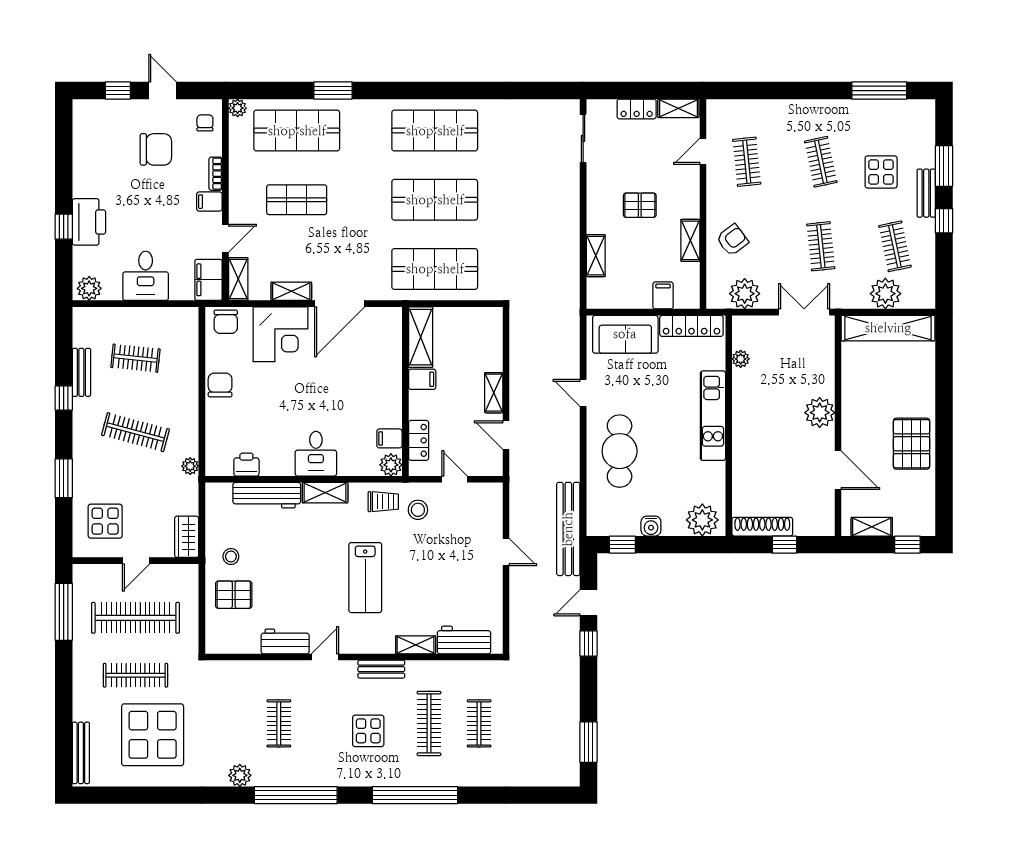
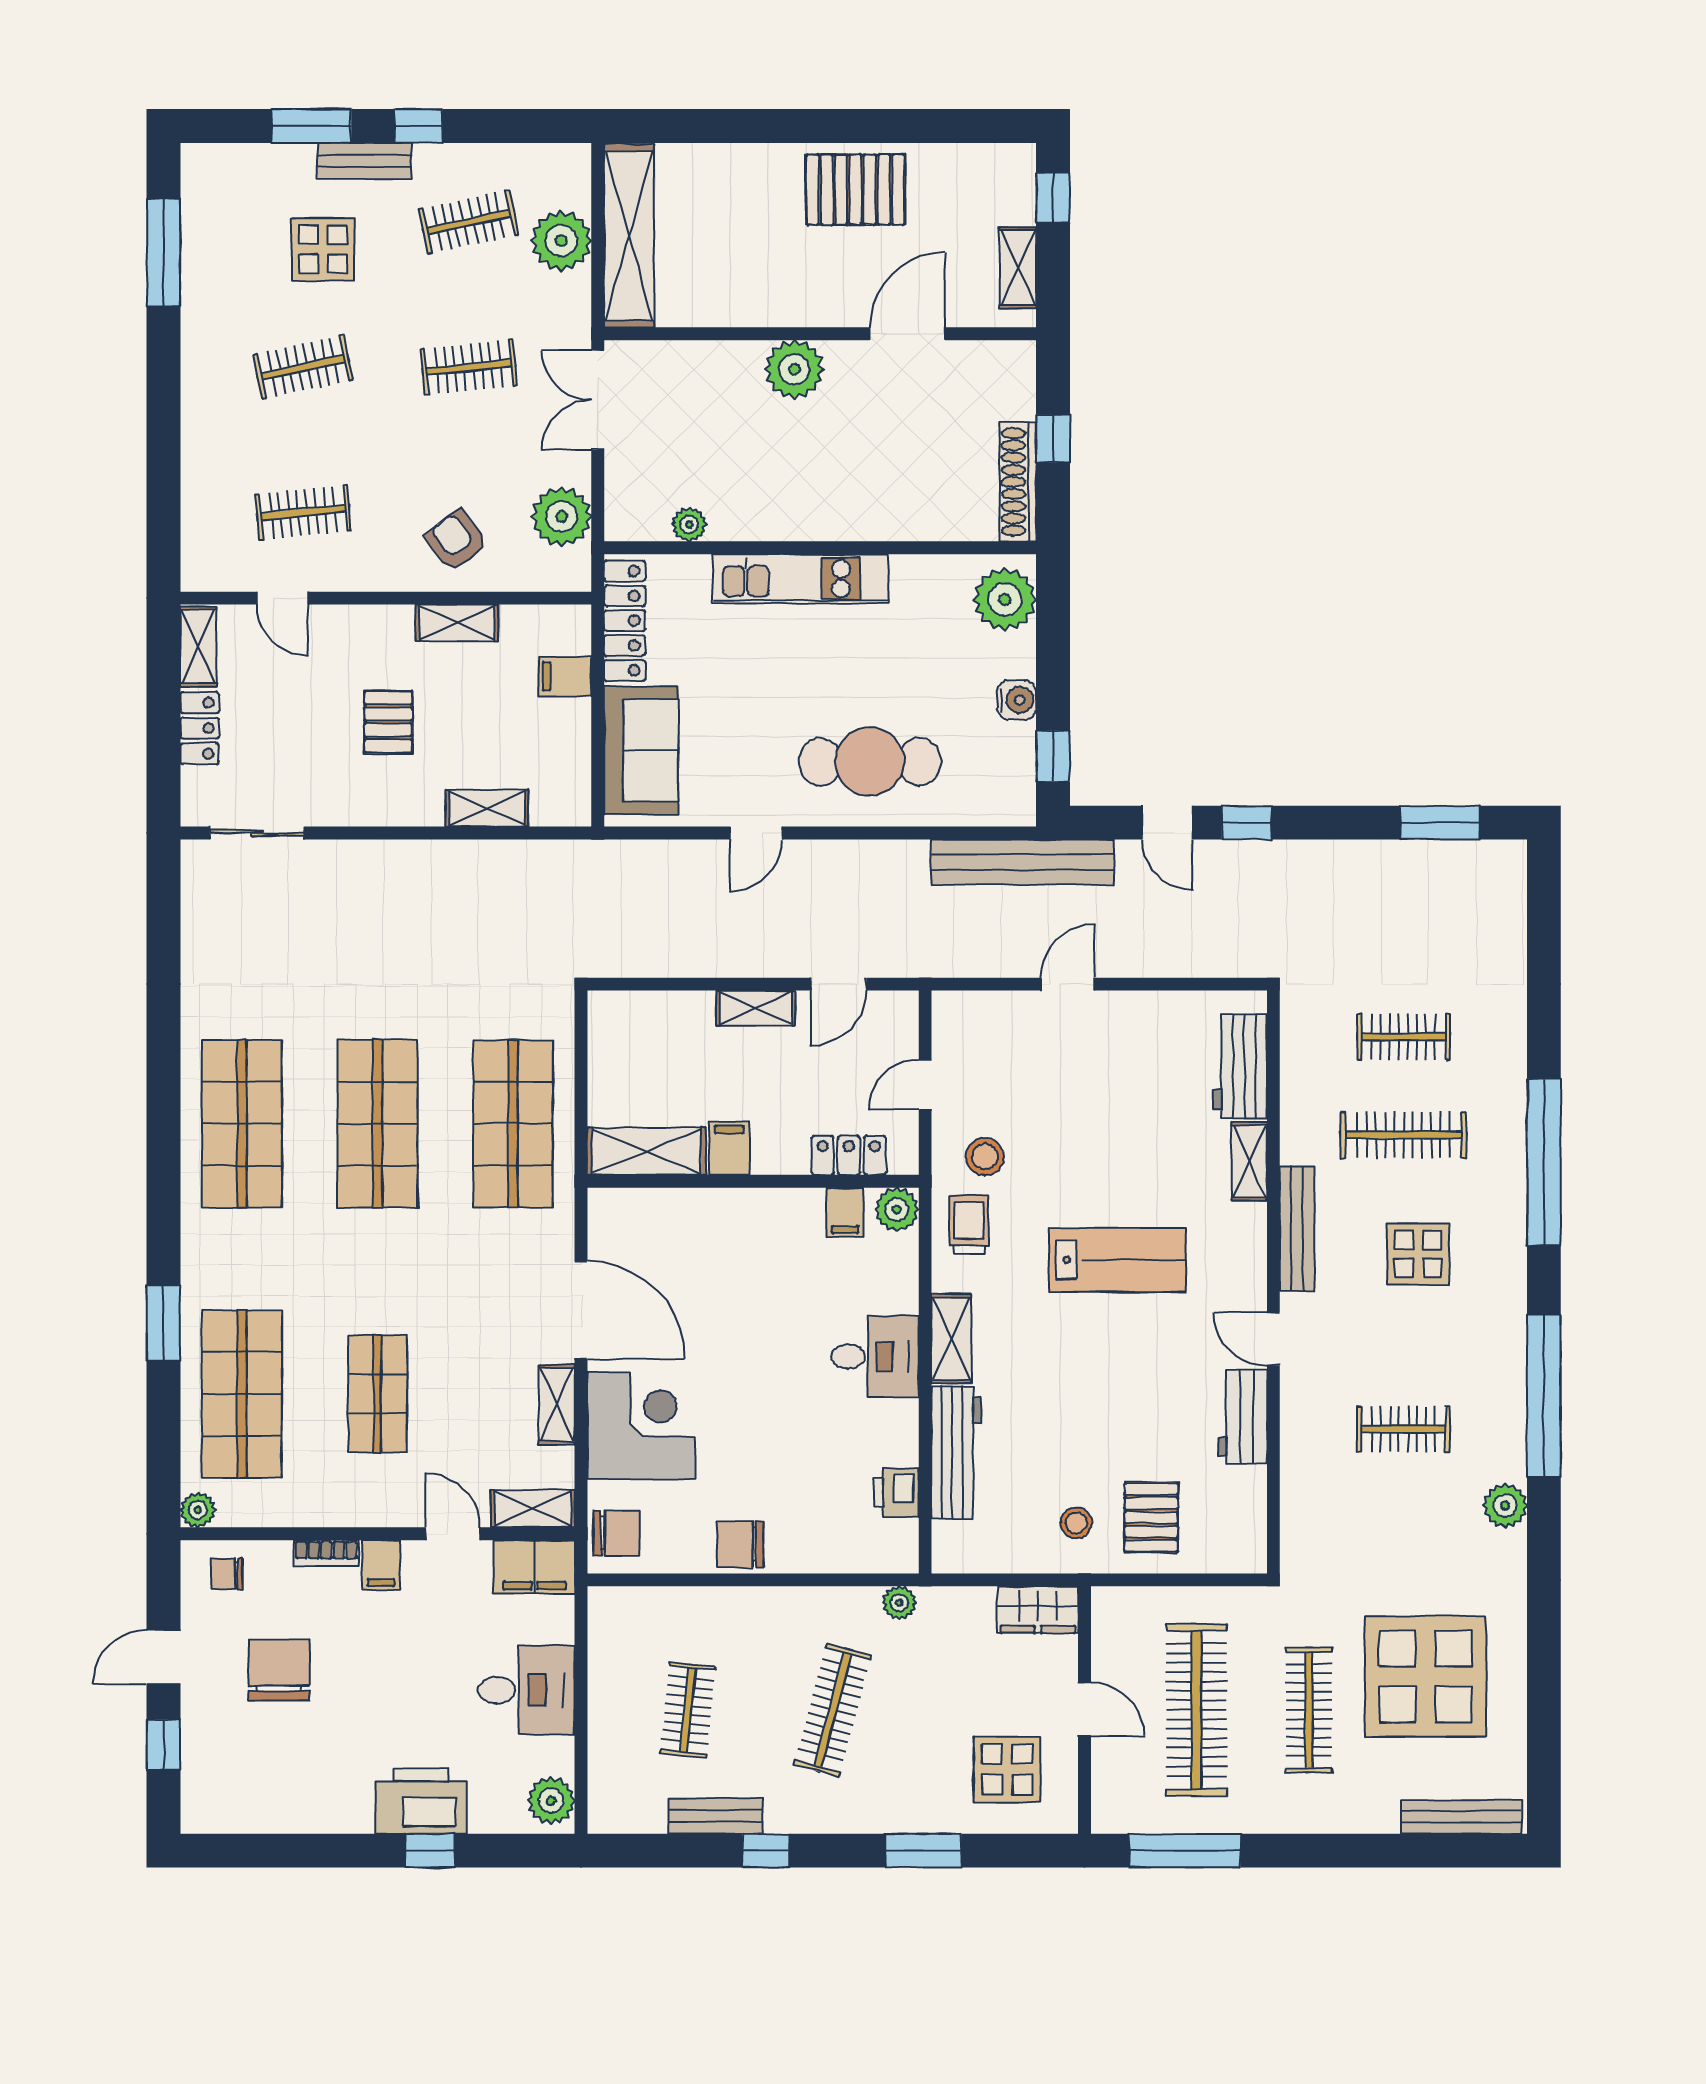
bench: (381, 669) -> (1297, 1228), width x1.36

